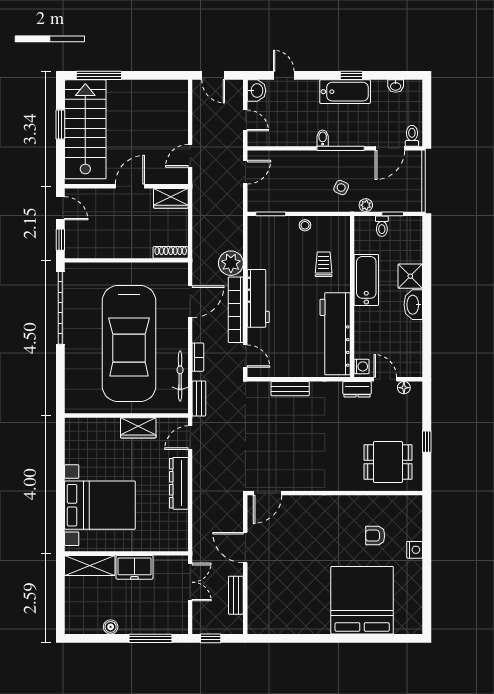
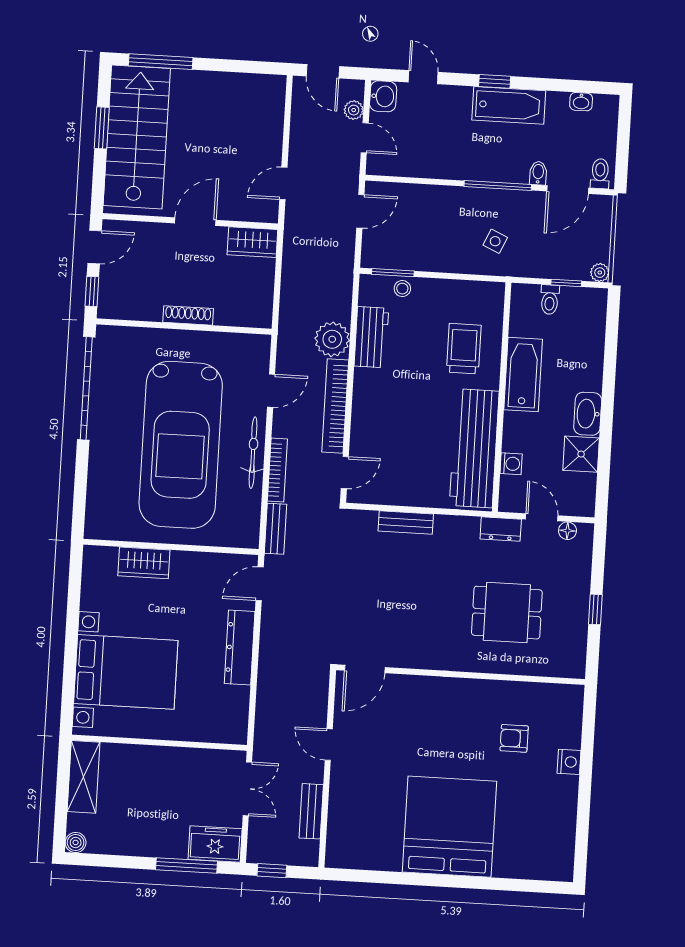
window: (351, 75) -> (495, 81), moved
plant: (236, 101) -> (354, 110), added
bidet: (323, 138) -> (538, 173), moved
plant: (366, 205) -> (600, 273), moved
door: (60, 208) -> (95, 247), hinge flipped
stool: (305, 225) -> (402, 289), moved
shoe rack: (171, 252) -> (188, 315), moved
trolley: (324, 264) -> (464, 349), width x1.36, depth x1.39
shower: (410, 276) -> (581, 454), moved
workbench: (258, 298) -> (371, 337), moved, width x0.73
door: (190, 302) -> (271, 391), width x0.73
door: (245, 356) -> (345, 473), hinge flipped
bookcase: (198, 357) -> (277, 470), width x1.56
washing machine: (362, 366) -> (511, 464), moved
bicycle: (180, 376) -> (253, 453), moved
wardrobe: (138, 428) -> (144, 563), moved
dining table: (388, 462) -> (507, 613), moved
door: (245, 548) -> (329, 745), width x0.73
shelving: (90, 566) -> (84, 777), moved, turned 90
freezer: (135, 567) -> (215, 844), moved, turned 180
bed: (362, 600) -> (449, 827), moved
boiler: (111, 627) -> (76, 842), moved

